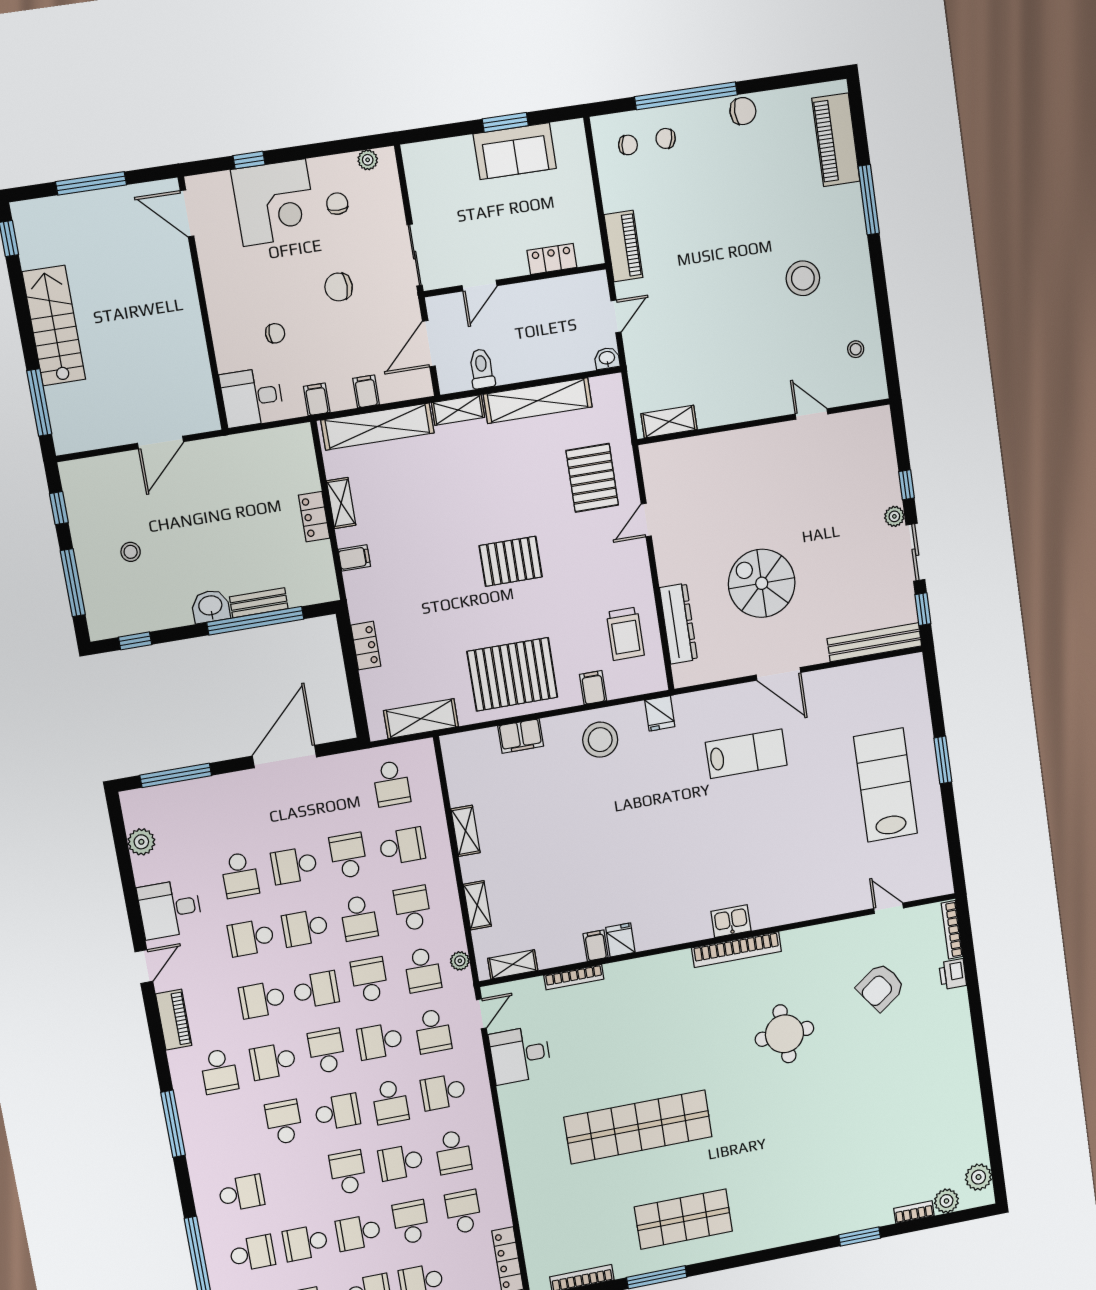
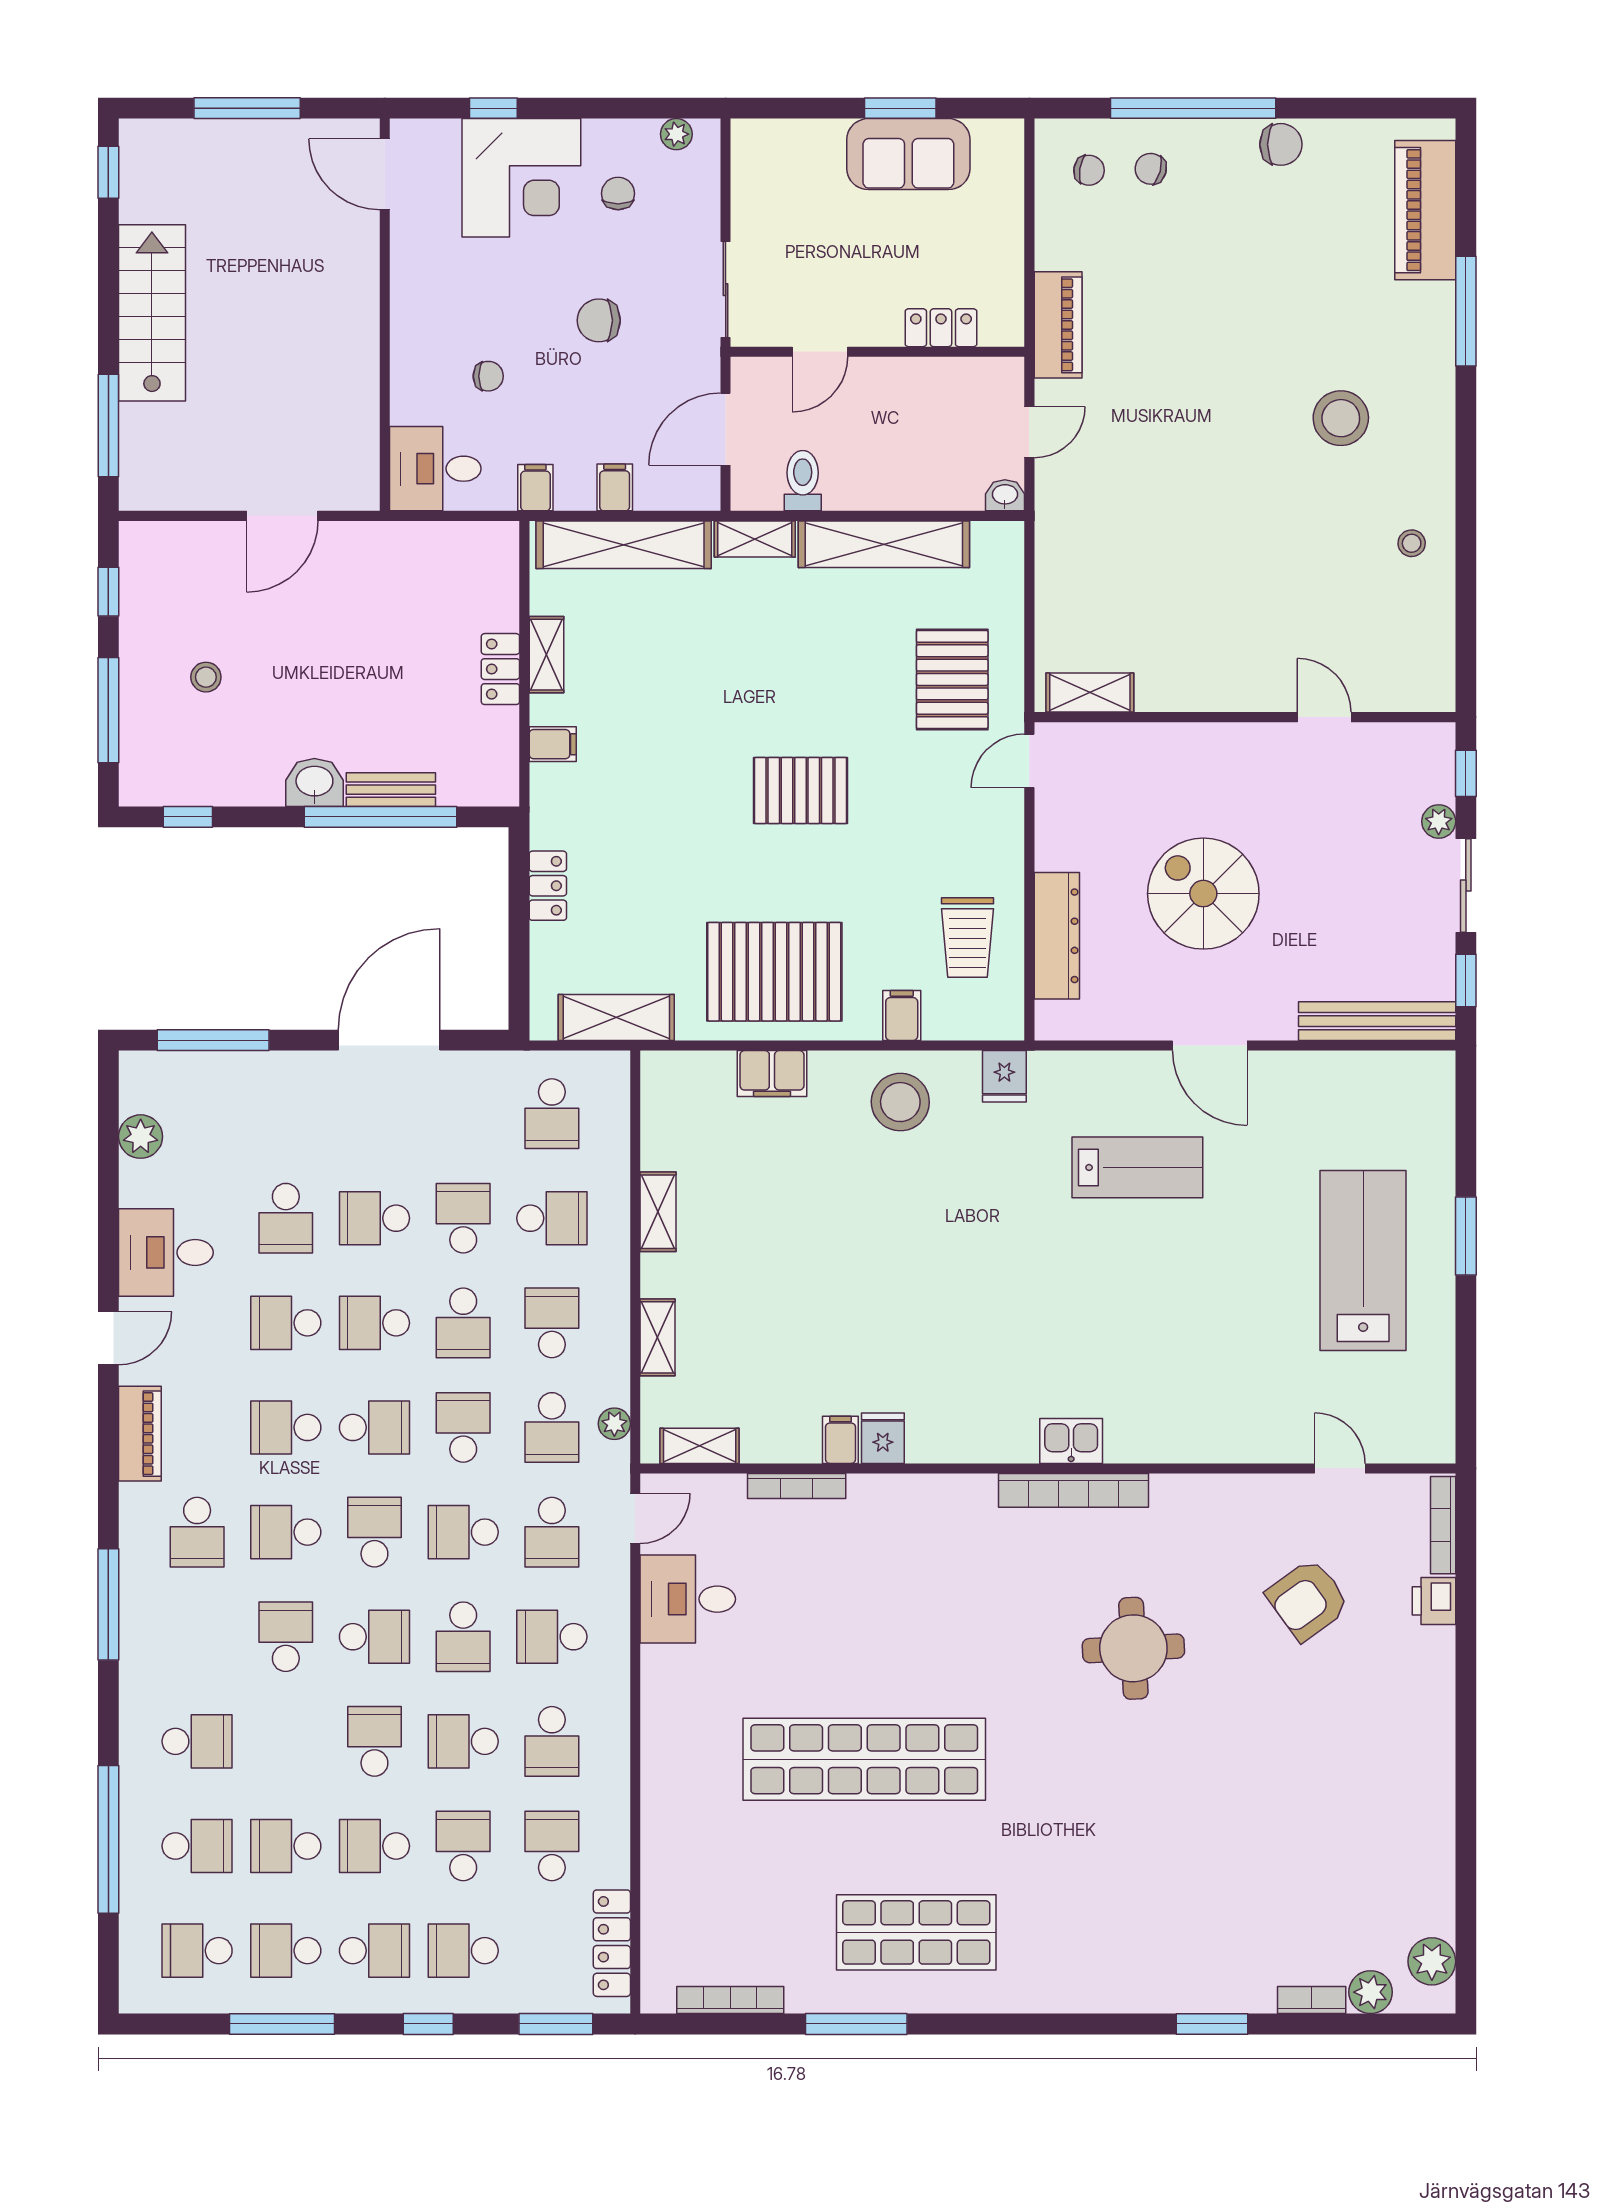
door: (811, 414) -> (1324, 717), moved
shelving: (669, 422) -> (1090, 693), moved
wall: (764, 422) -> (1245, 717), moved

